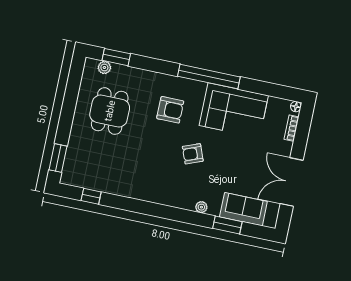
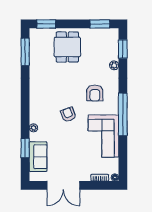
plant: (104, 67) -> (114, 65), moved
window: (74, 82) -> (100, 24), added
dining table: (110, 111) -> (67, 47), moved, turned 90
double door: (292, 182) -> (63, 185), swing flipped
window: (91, 196) -> (25, 52), width x2.17

